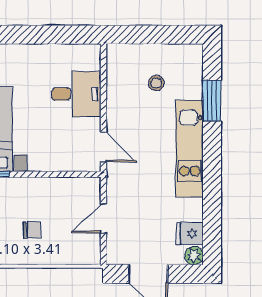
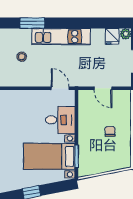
desk: (76, 94) -> (60, 120), moved, turned 90
door: (104, 147) -> (60, 88), hinge flipped

